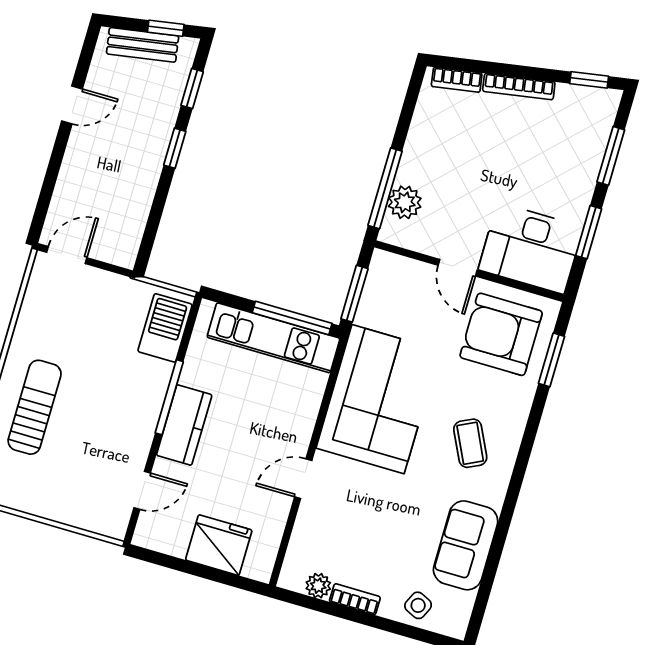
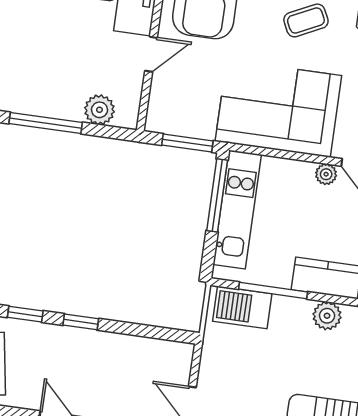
window: (385, 188) -> (46, 123), moved
window: (169, 397) -> (273, 291), moved
plant: (143, 420) -> (327, 316), added
plant: (298, 441) -> (326, 174), added

